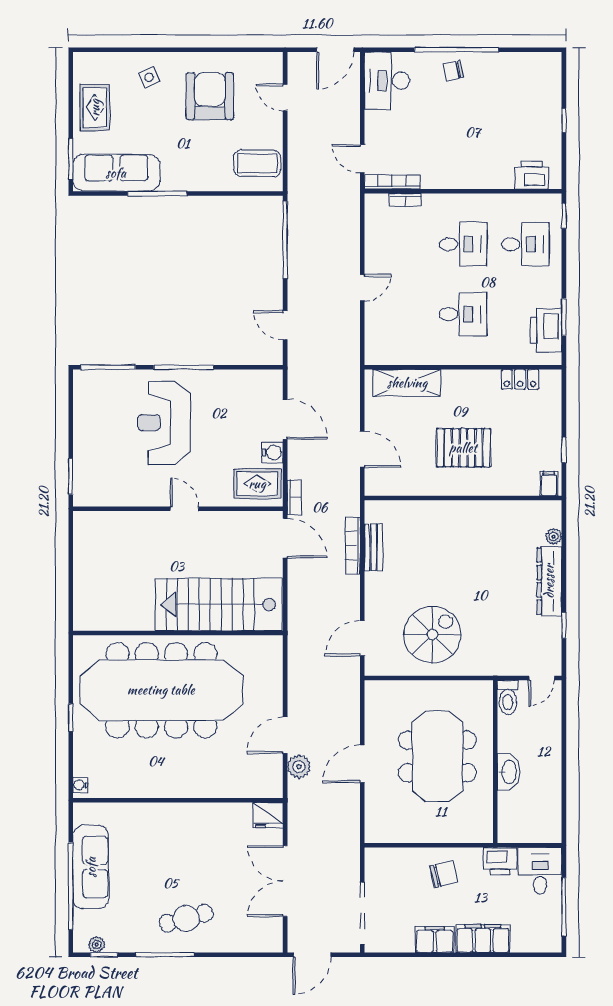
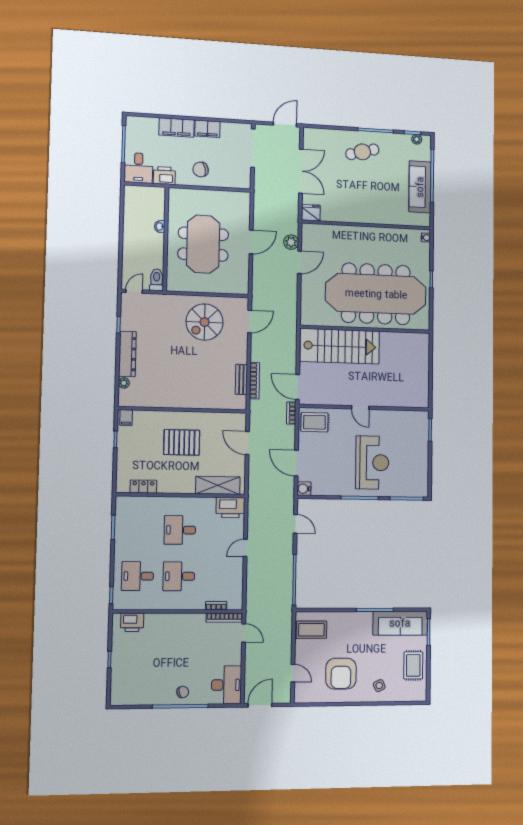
printer: (546, 330) -> (230, 508), moved, turned 90
water cooler: (272, 452) -> (304, 489), moved
washbasin: (509, 772) -> (160, 226), width x0.52, depth x0.69

